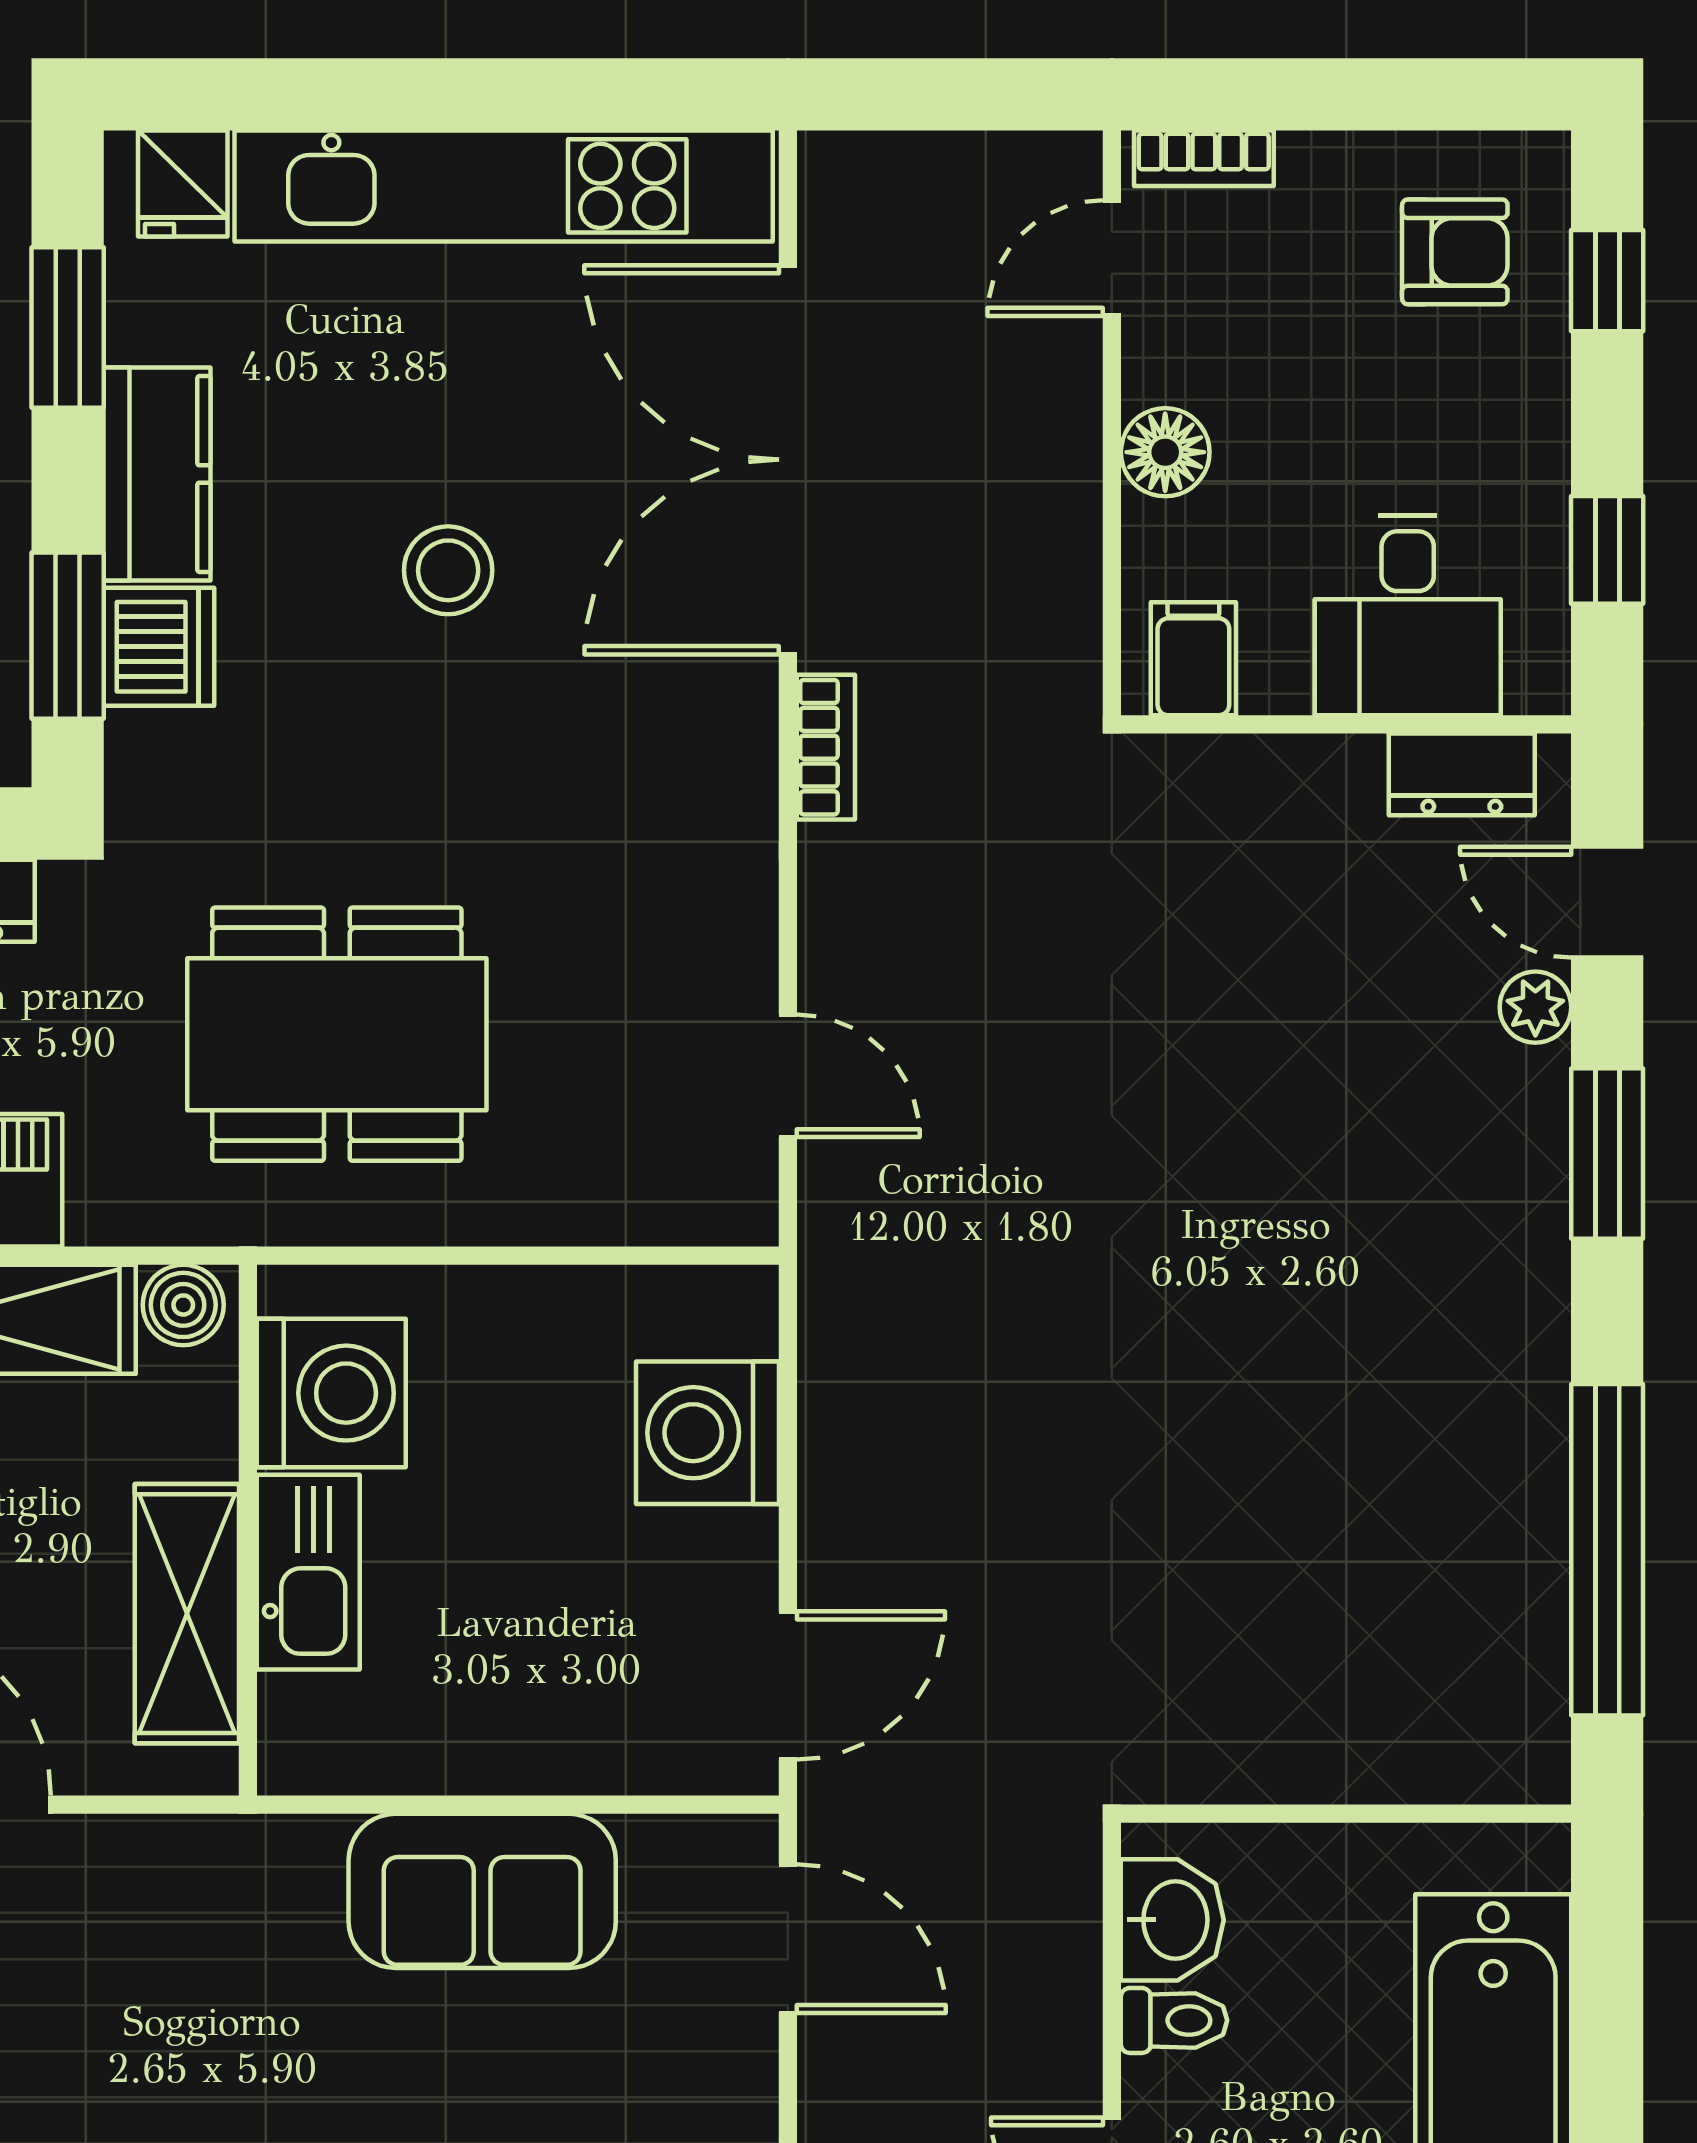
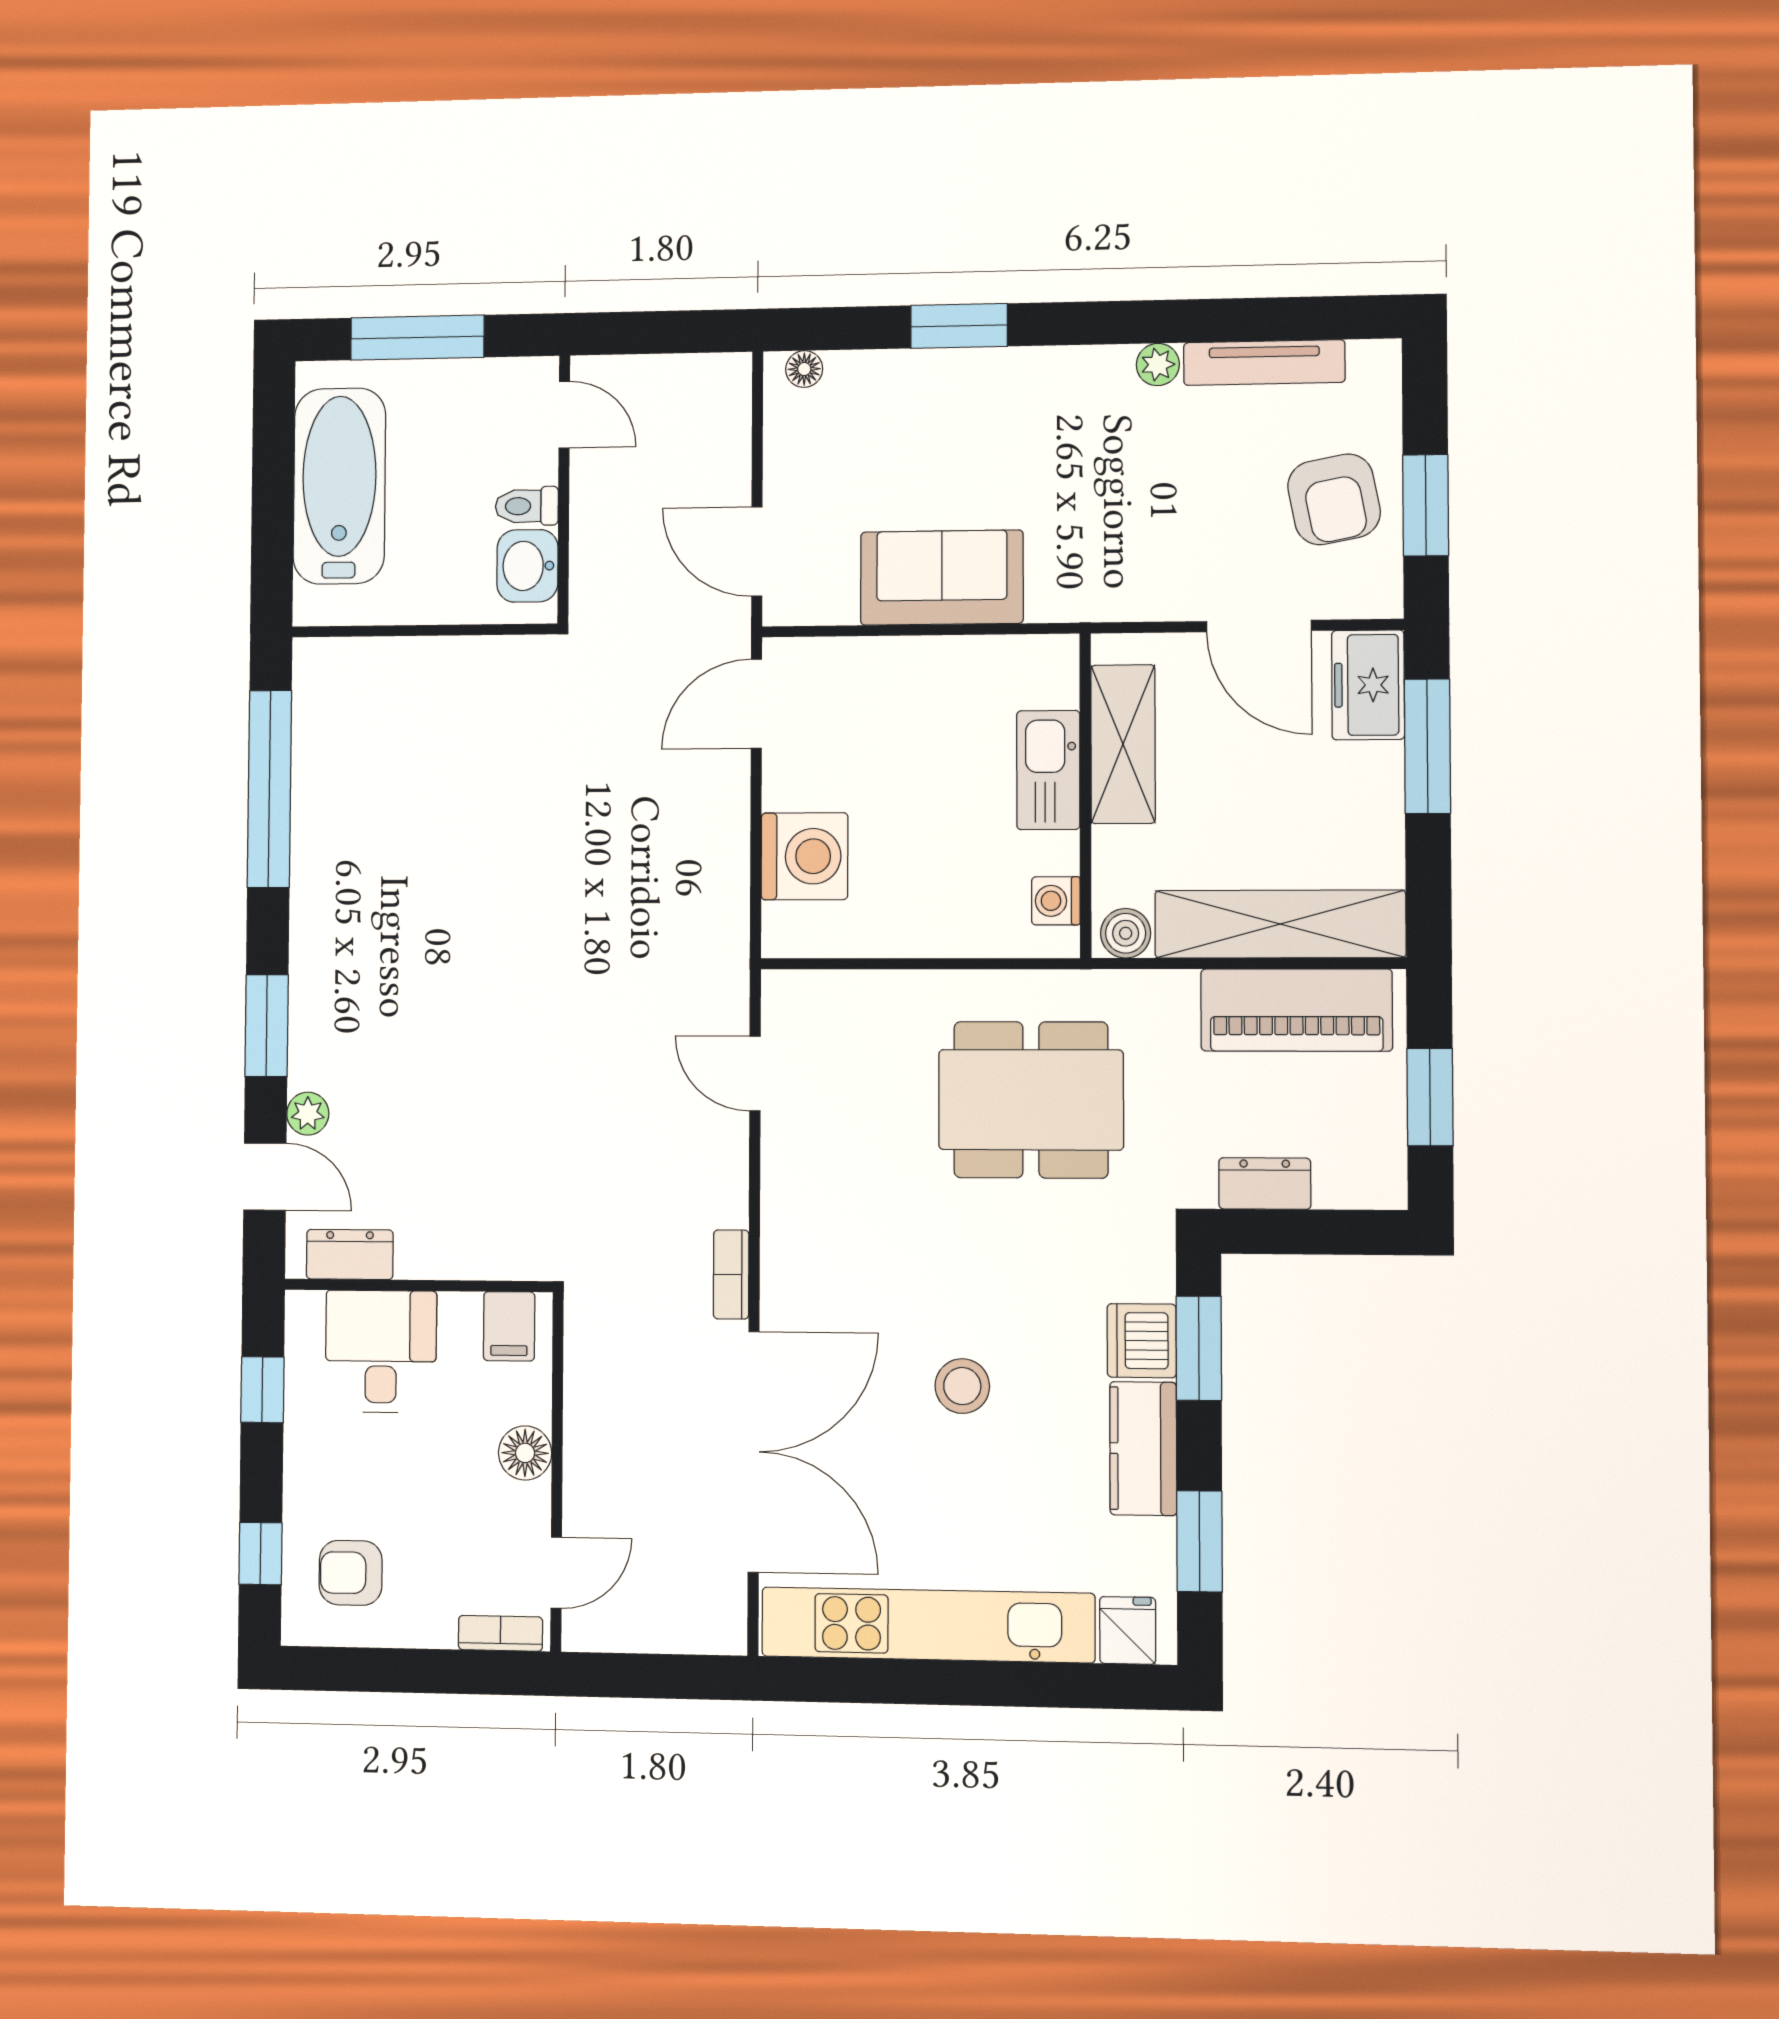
washing machine: (331, 1393) -> (1056, 901), width x0.53, depth x0.53

